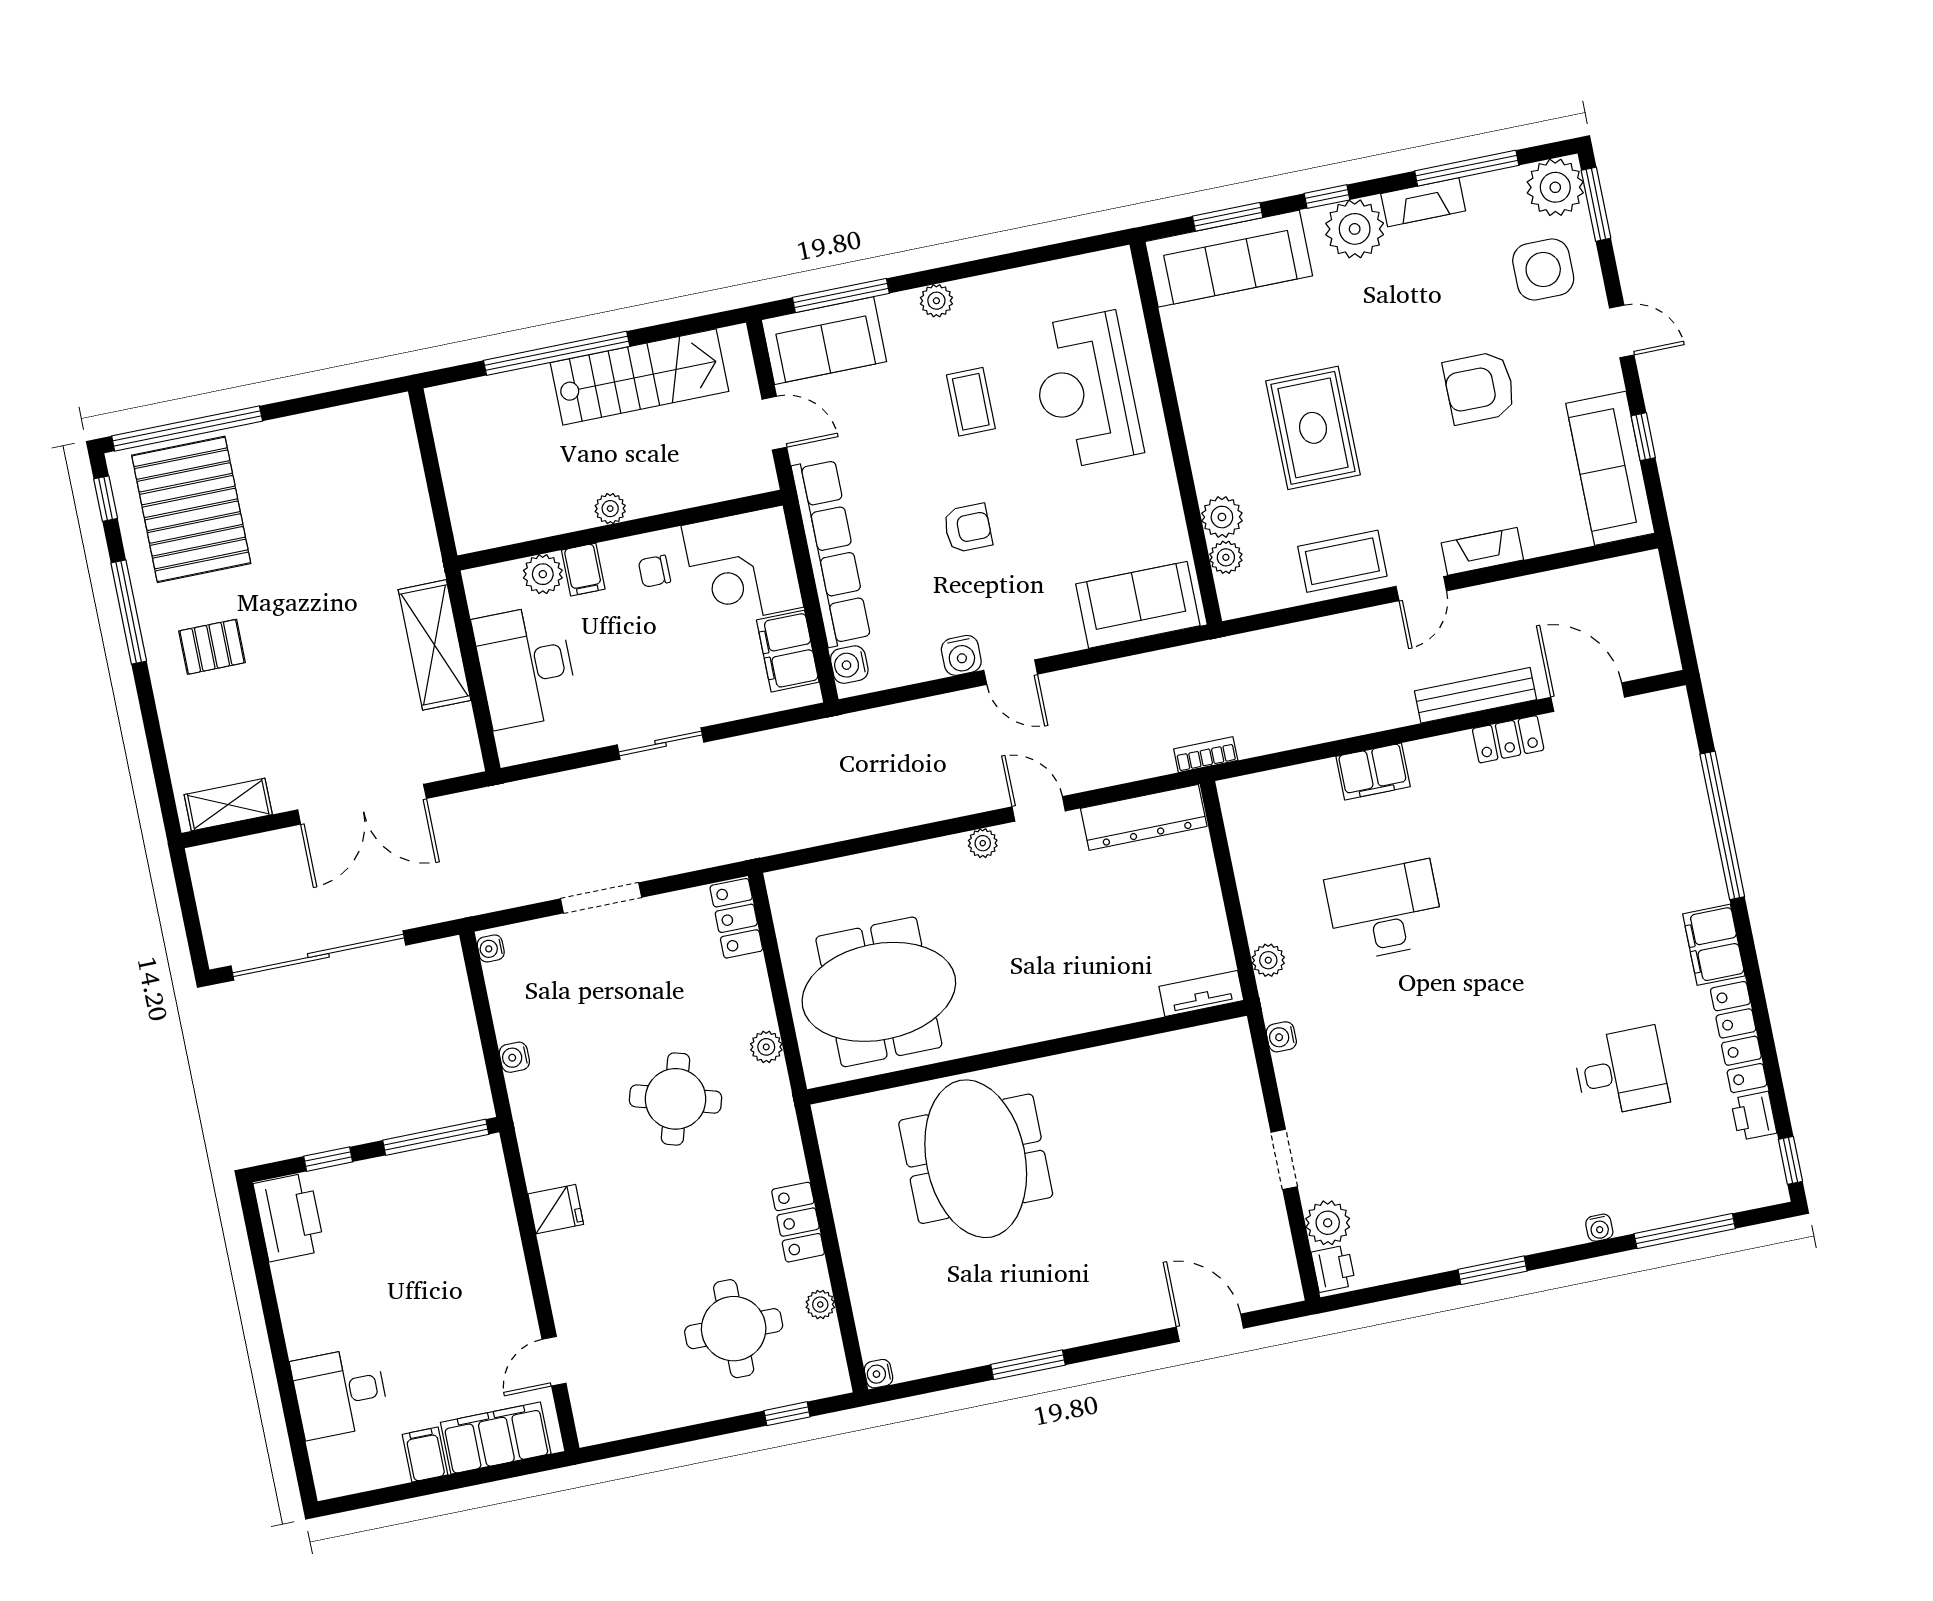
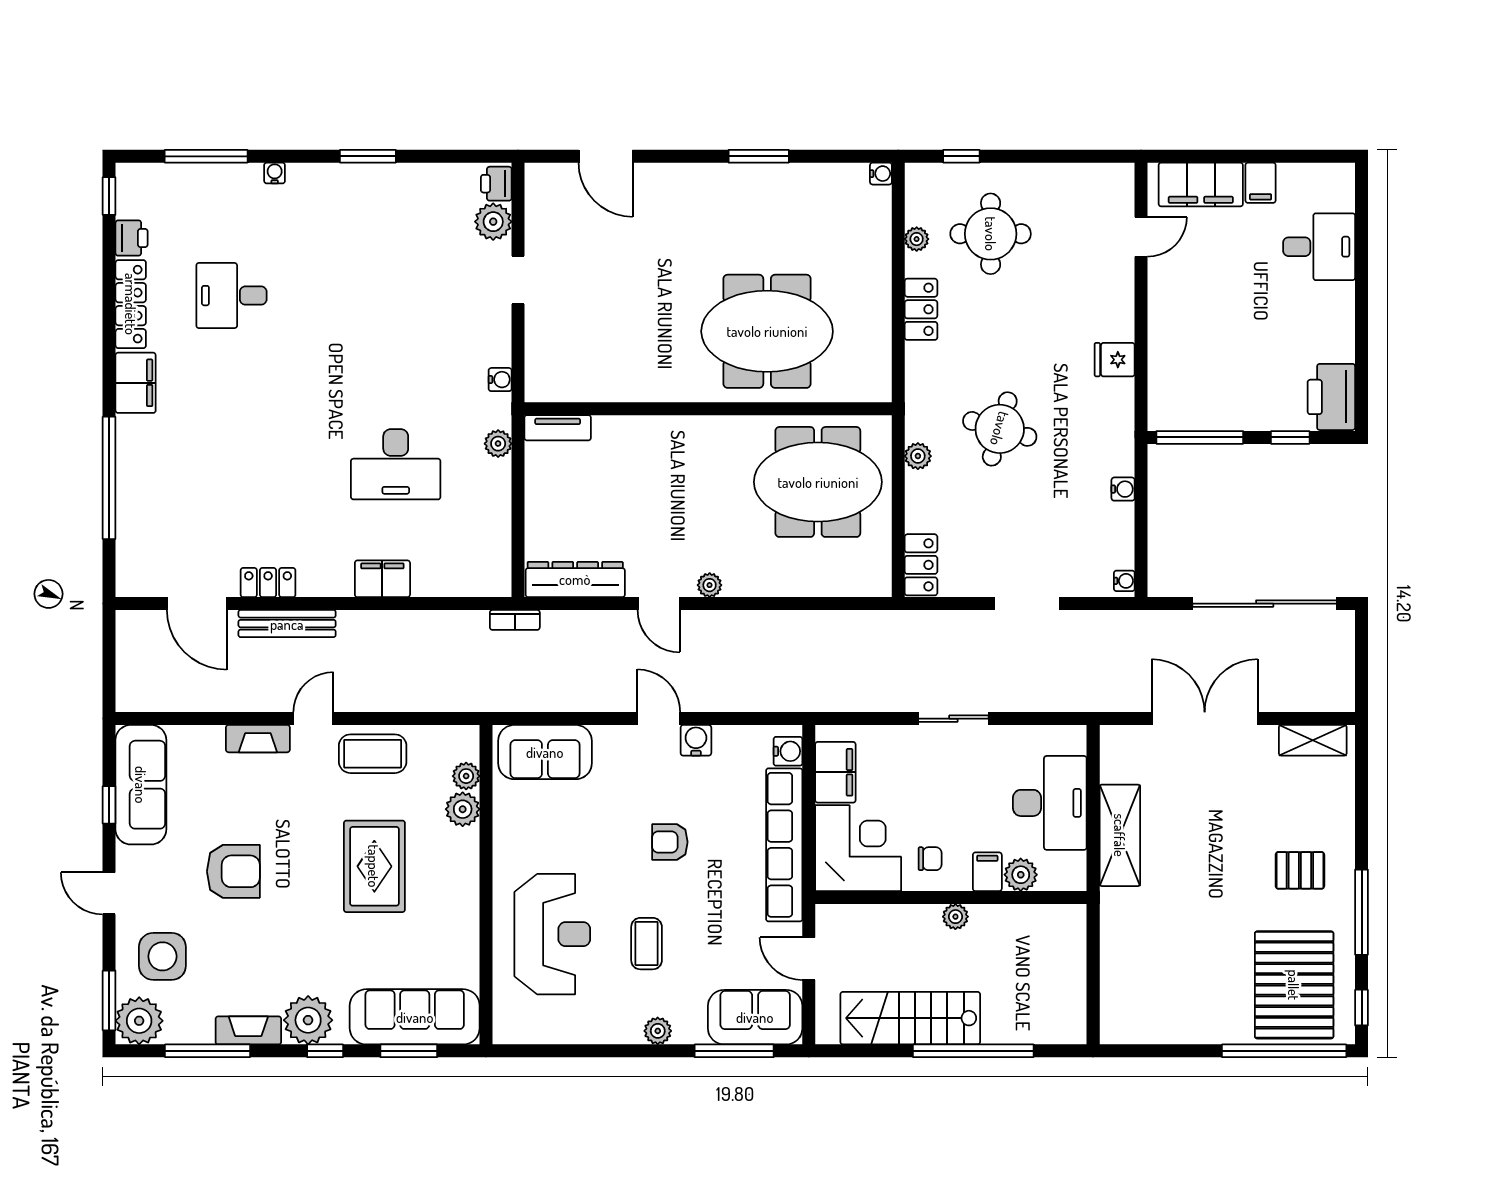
meeting table: (976, 1159) -> (767, 331), turned 90

